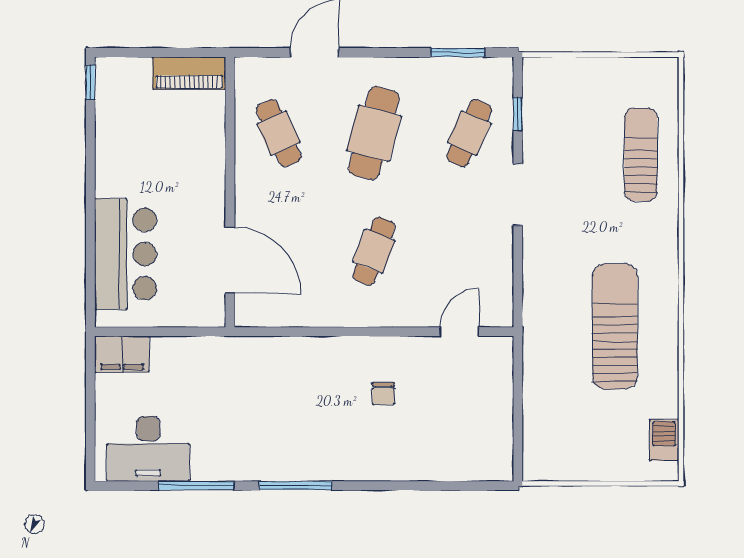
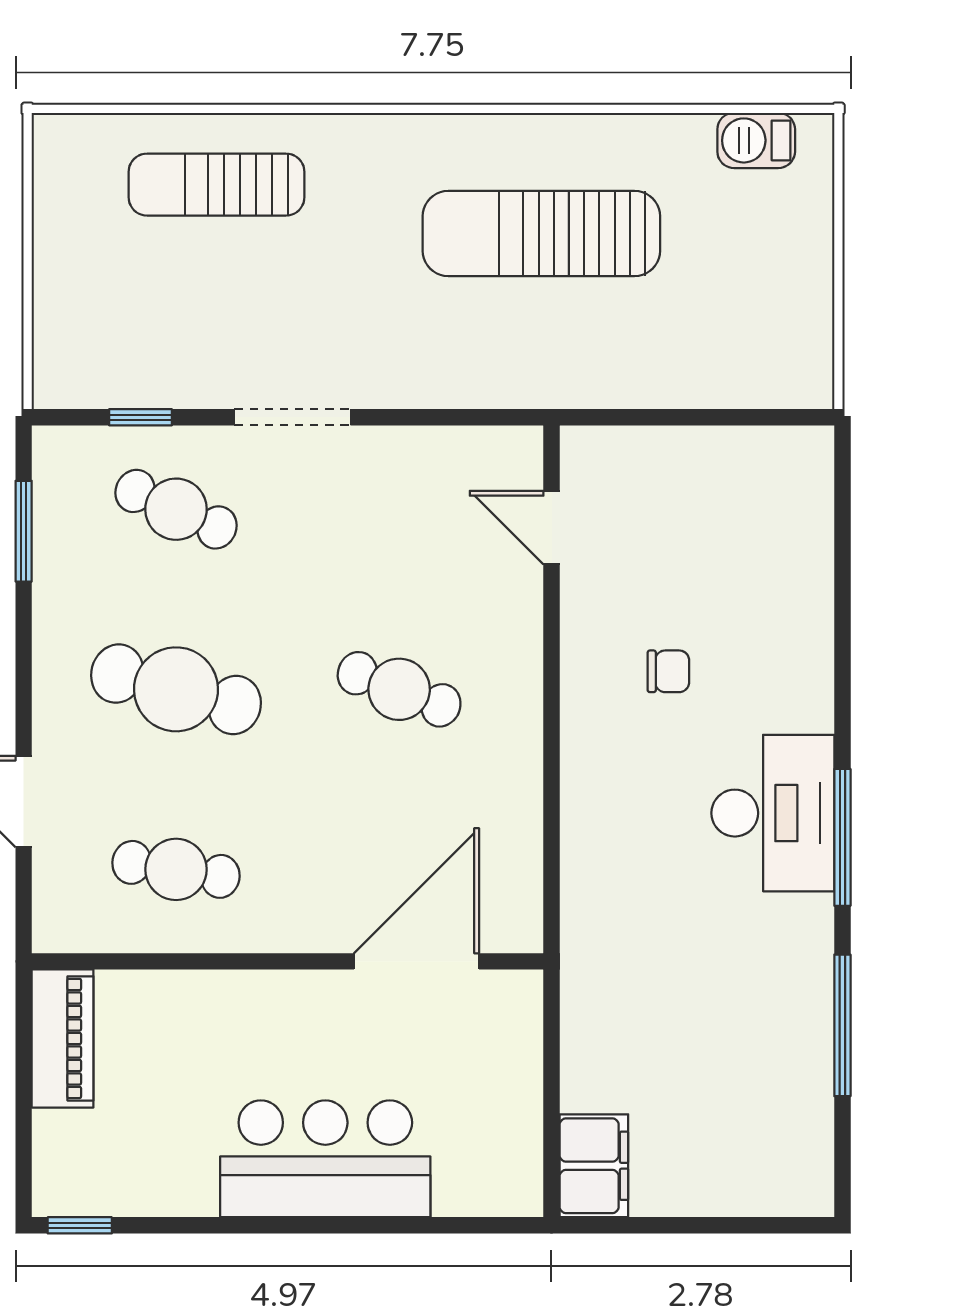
cafe table: (279, 133) -> (176, 869), turned 33
bar counter: (126, 254) -> (325, 1159), moved
desk: (148, 449) -> (773, 813), moved

